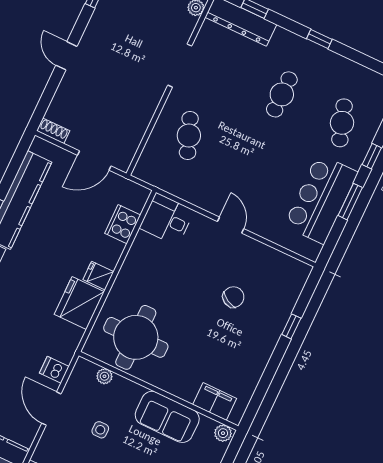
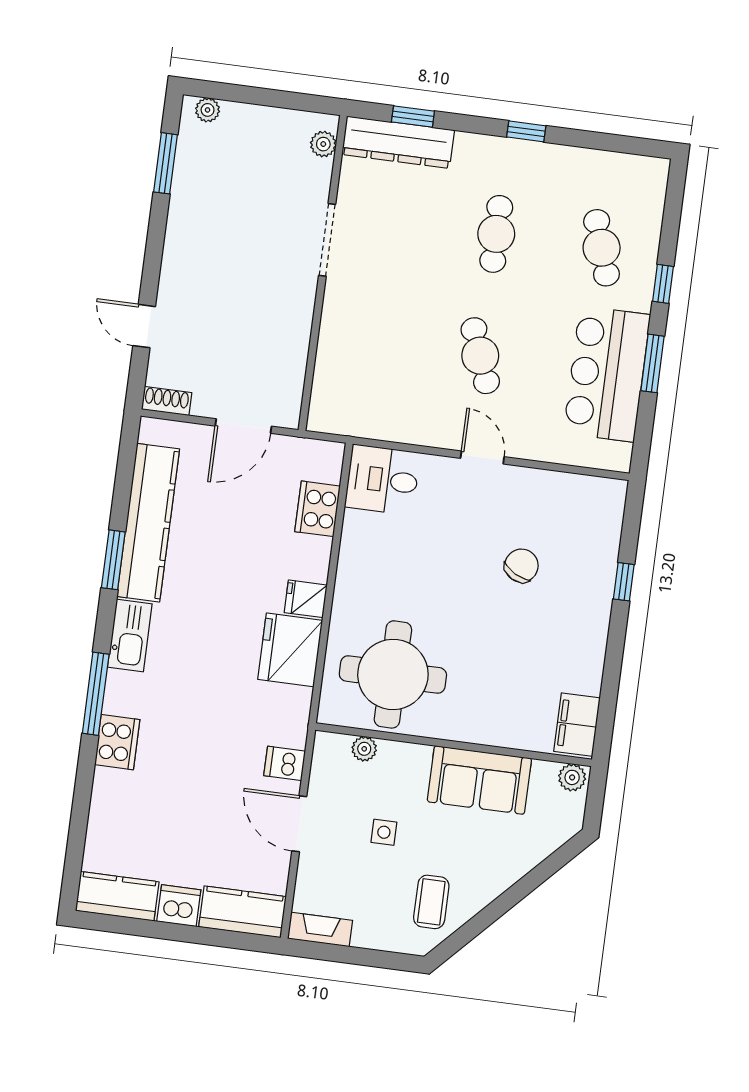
door: (66, 56) -> (144, 326), moved
cafe table: (189, 136) -> (480, 356), moved
filing cabinet: (215, 402) -> (577, 725), moved, turned -90

